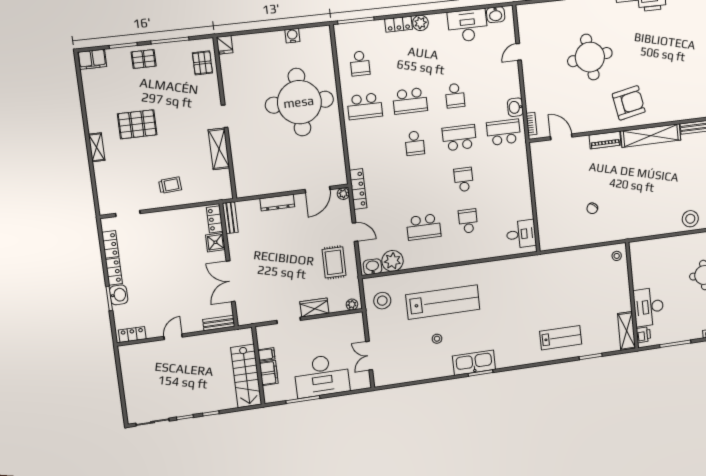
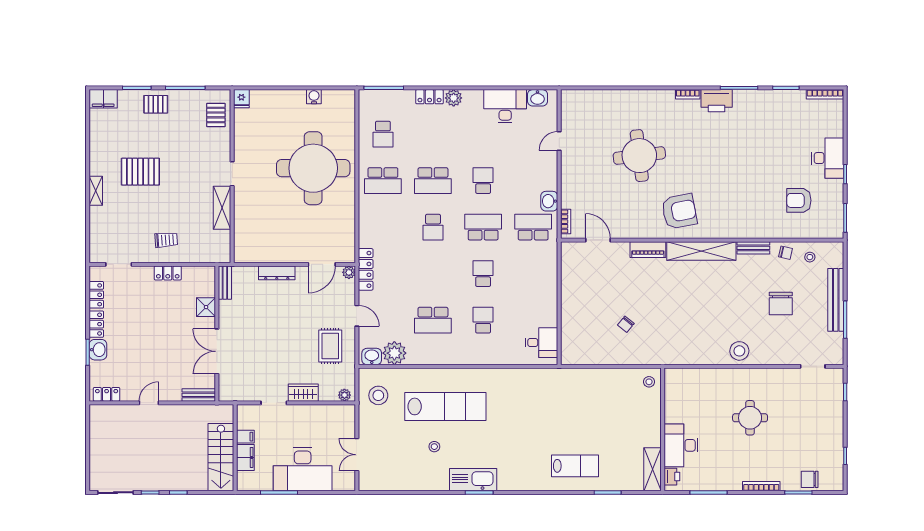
school desk: (455, 96) -> (483, 181), turned 180
locker: (215, 219) -> (168, 273), moved, turned -90

